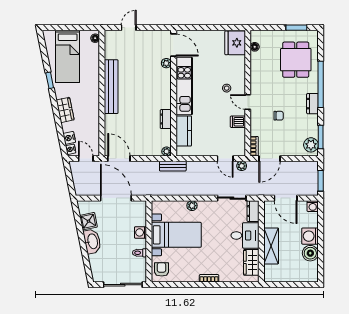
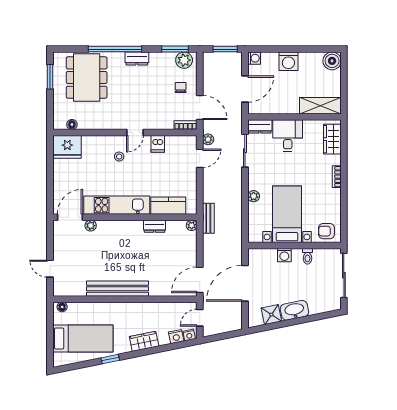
dining table: (296, 60) -> (87, 78), width x1.38
chair: (279, 116) -> (181, 88), moved
shelving: (271, 246) -> (320, 106), moved
boiler: (310, 253) -> (332, 61), moved
wardrobe: (251, 262) -> (332, 139), moved, turned 90

